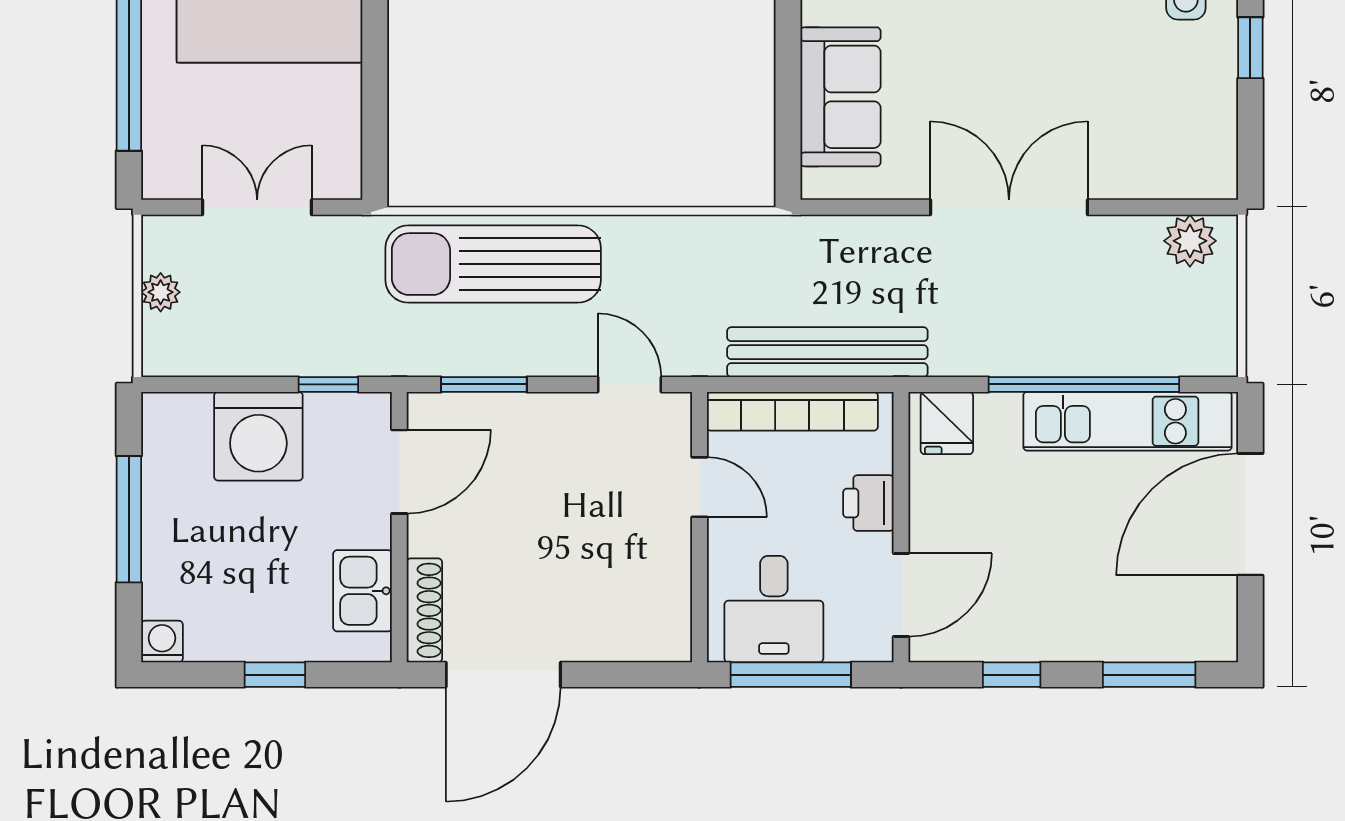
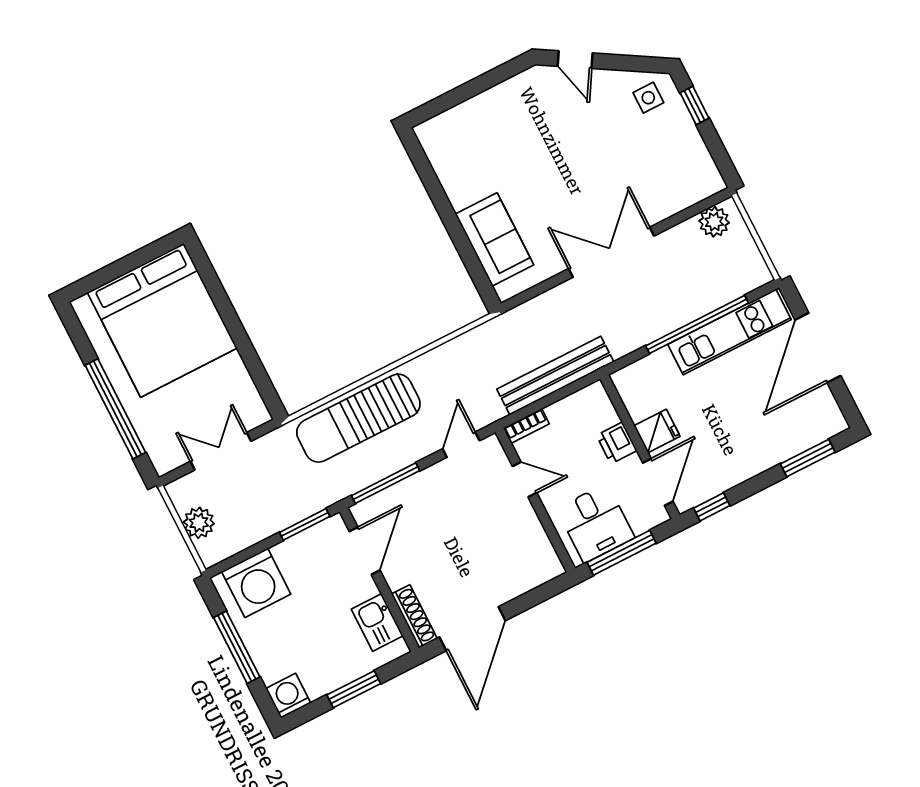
plant: (161, 292) -> (199, 523), width x1.38, depth x1.38
window: (328, 384) -> (305, 524), width x1.50
window: (484, 384) -> (386, 483), width x1.44
door: (629, 384) -> (461, 445), hinge flipped
bookcase: (792, 411) -> (526, 426), width x0.43, depth x0.76
fridge: (947, 423) -> (657, 431), moved, turned -90
washing machine: (258, 436) -> (256, 583), moved
washing machine: (162, 642) -> (288, 696), width x1.38, depth x1.38
window: (275, 675) -> (354, 689), width x1.50
window: (1012, 675) -> (712, 507), moved

